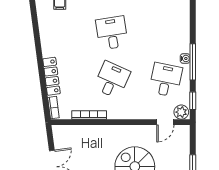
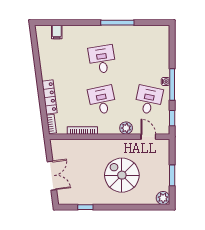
desk: (112, 80) -> (102, 100), turned -36
plant: (181, 112) -> (126, 128), moved
door: (165, 122) -> (148, 137), swing flipped

